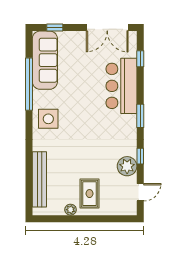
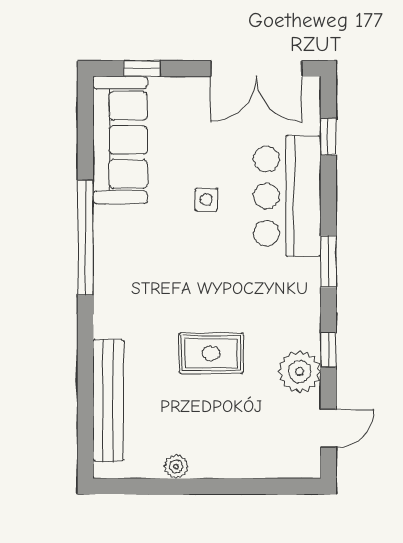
window: (29, 84) -> (85, 238), moved
side table: (48, 119) -> (206, 200), moved, width x0.54, depth x0.54
rug: (89, 194) -> (211, 353), moved, turned 90

